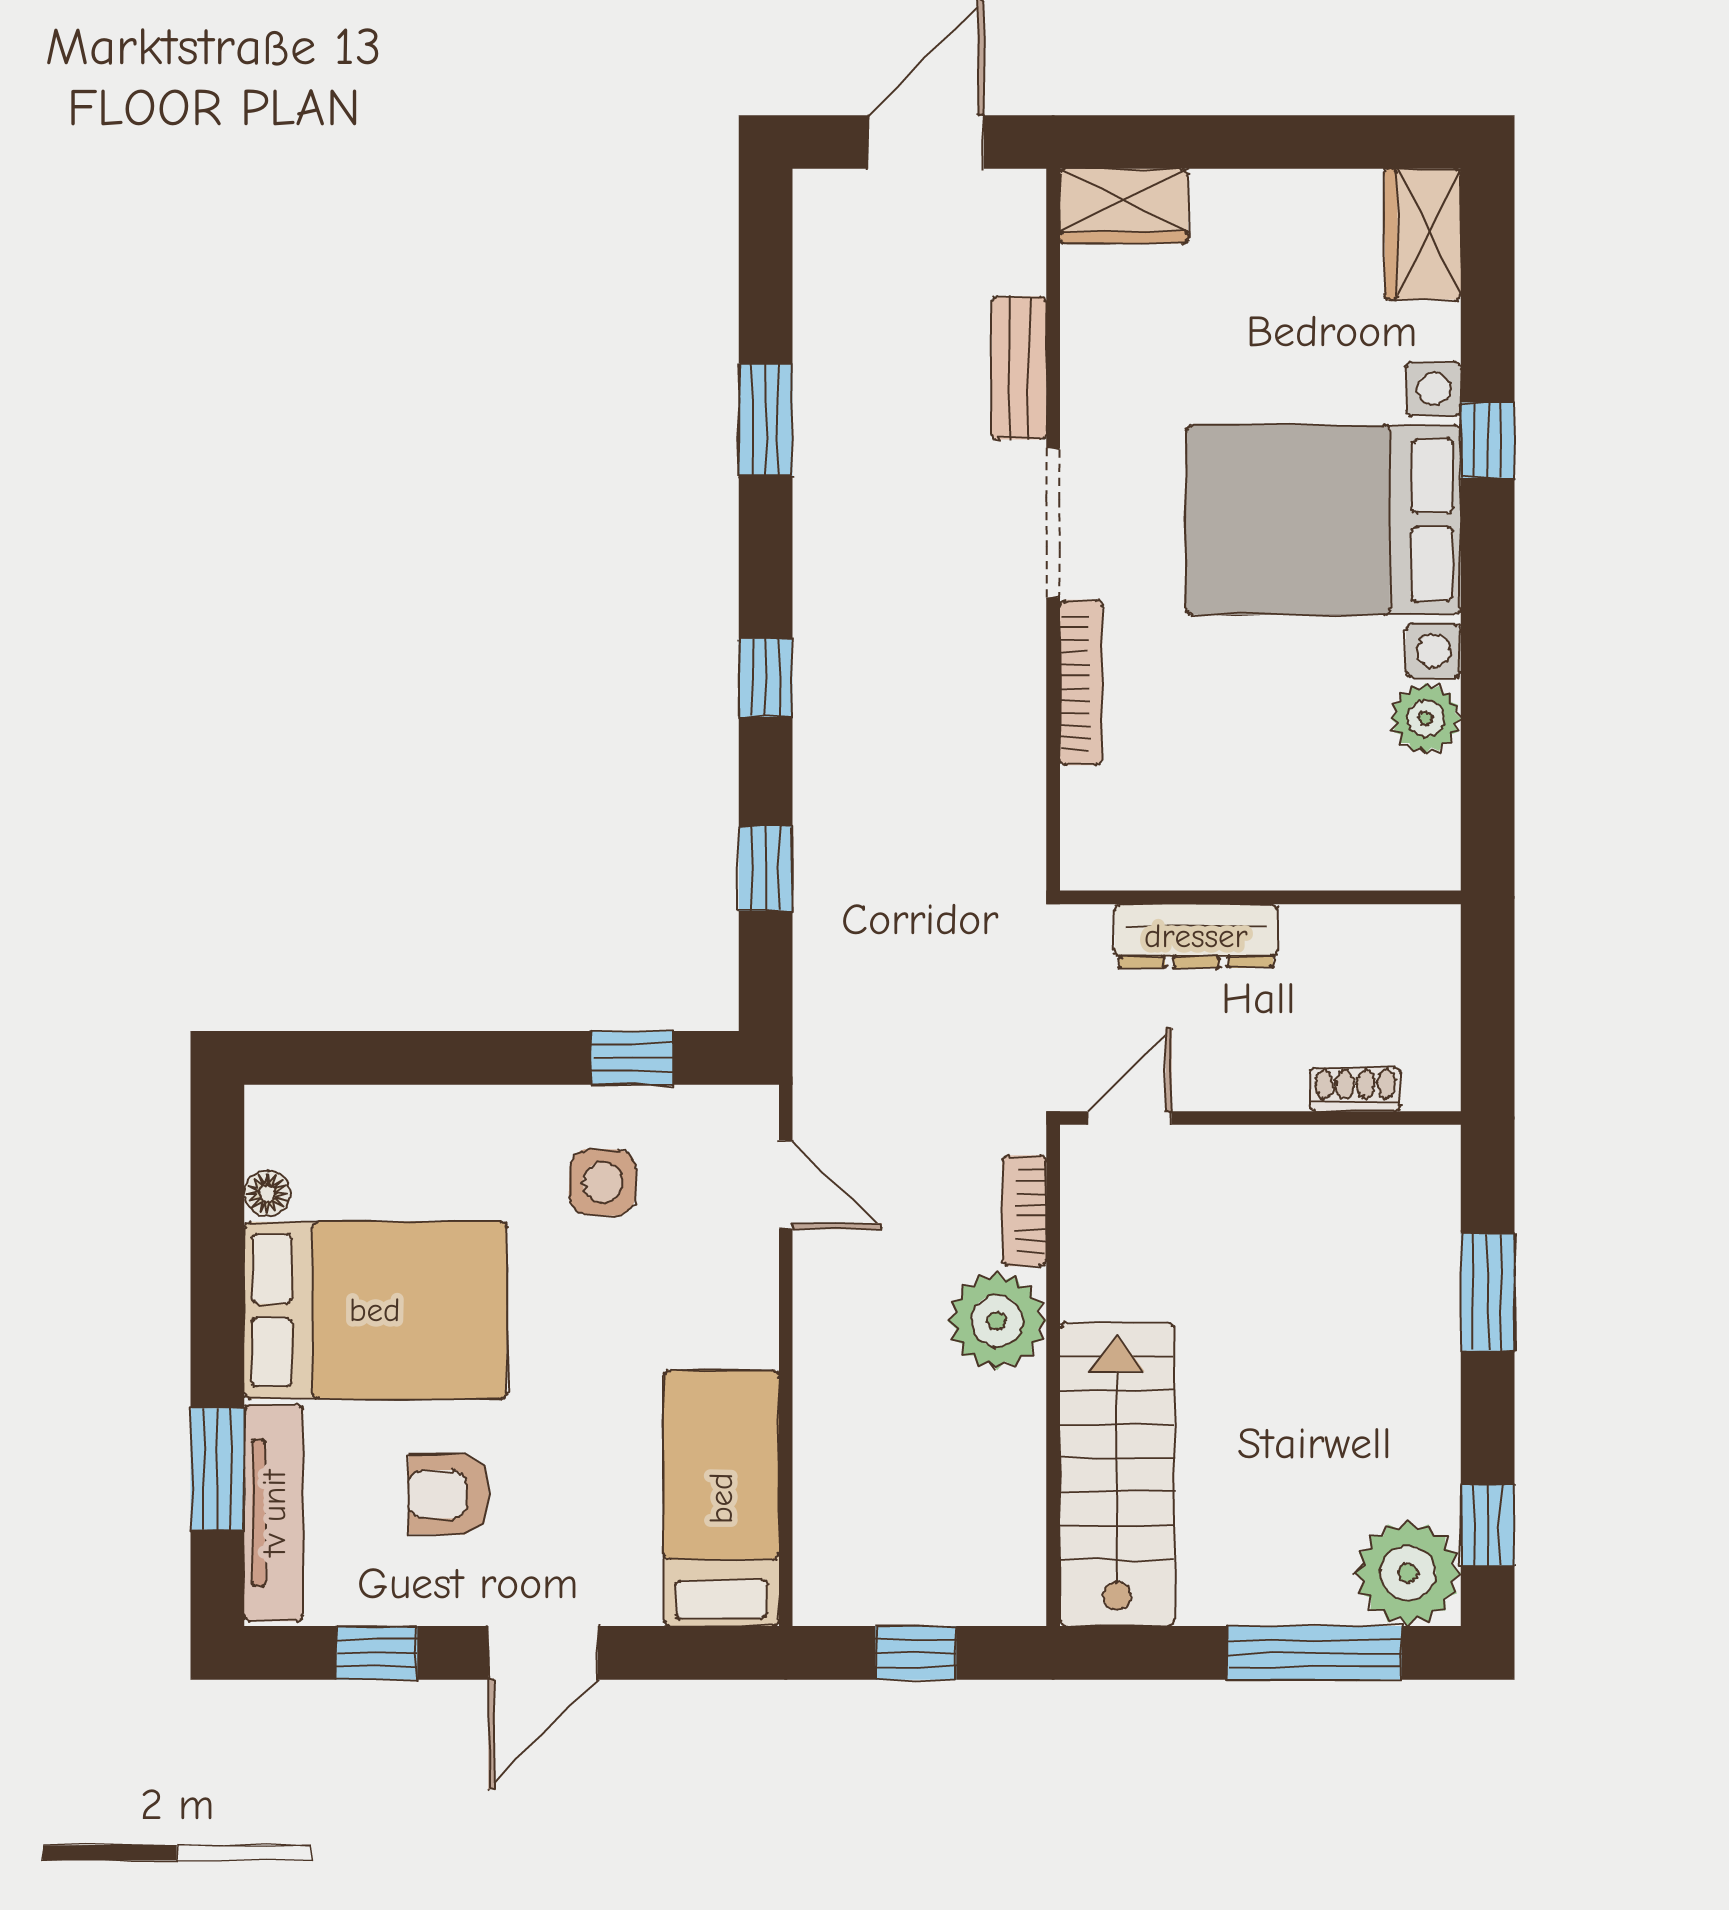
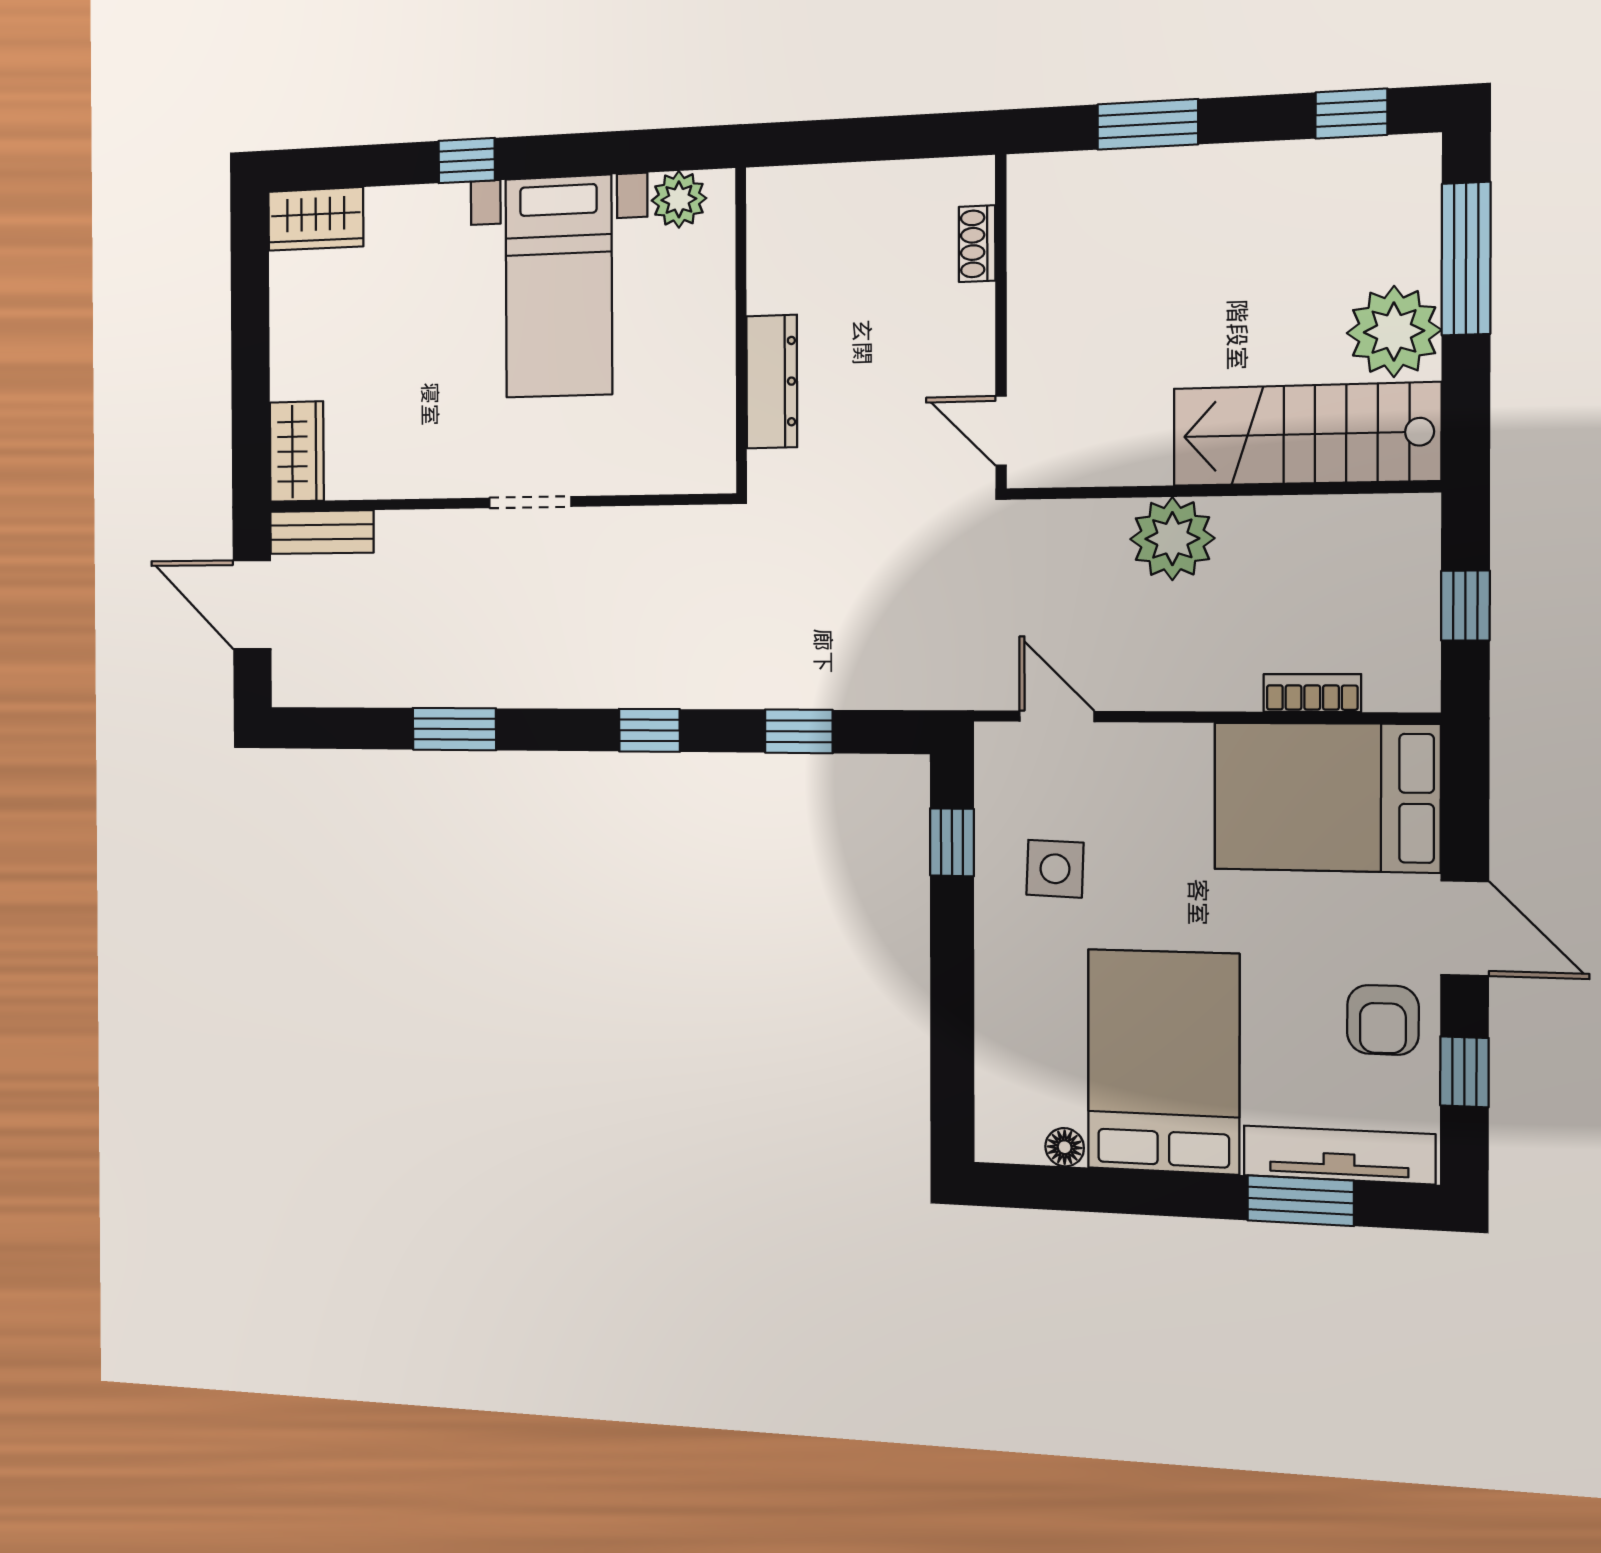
bench: (1019, 368) -> (322, 532), moved
bed with nightstands: (1324, 520) -> (559, 286), width x0.73
doorway: (1053, 523) -> (530, 502), width x0.73
bookcase: (1081, 682) -> (652, 478), removed
wall: (1260, 897) -> (741, 331), moved
dresser: (1196, 936) -> (772, 382), moved
door: (786, 1185) -> (1057, 716), hinge flipped
bookcase: (1024, 1211) -> (1312, 693), moved, turned 180
armchair: (449, 1494) -> (1383, 1020), moved
bed: (721, 1498) -> (1327, 797), width x1.50
plant: (1408, 1573) -> (1394, 332), moved

